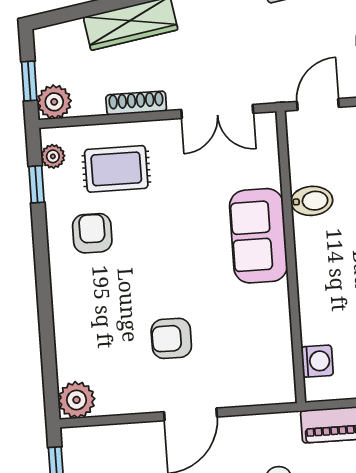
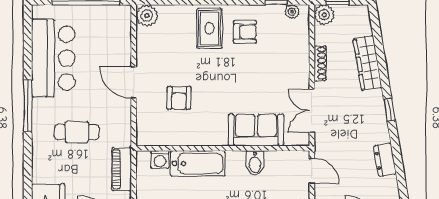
rug: (116, 169) -> (209, 28), moved
sofa: (258, 236) -> (256, 130), moved
bathtub: (319, 297) -> (198, 163), added
armchair: (171, 338) -> (179, 98), moved, turned 180

